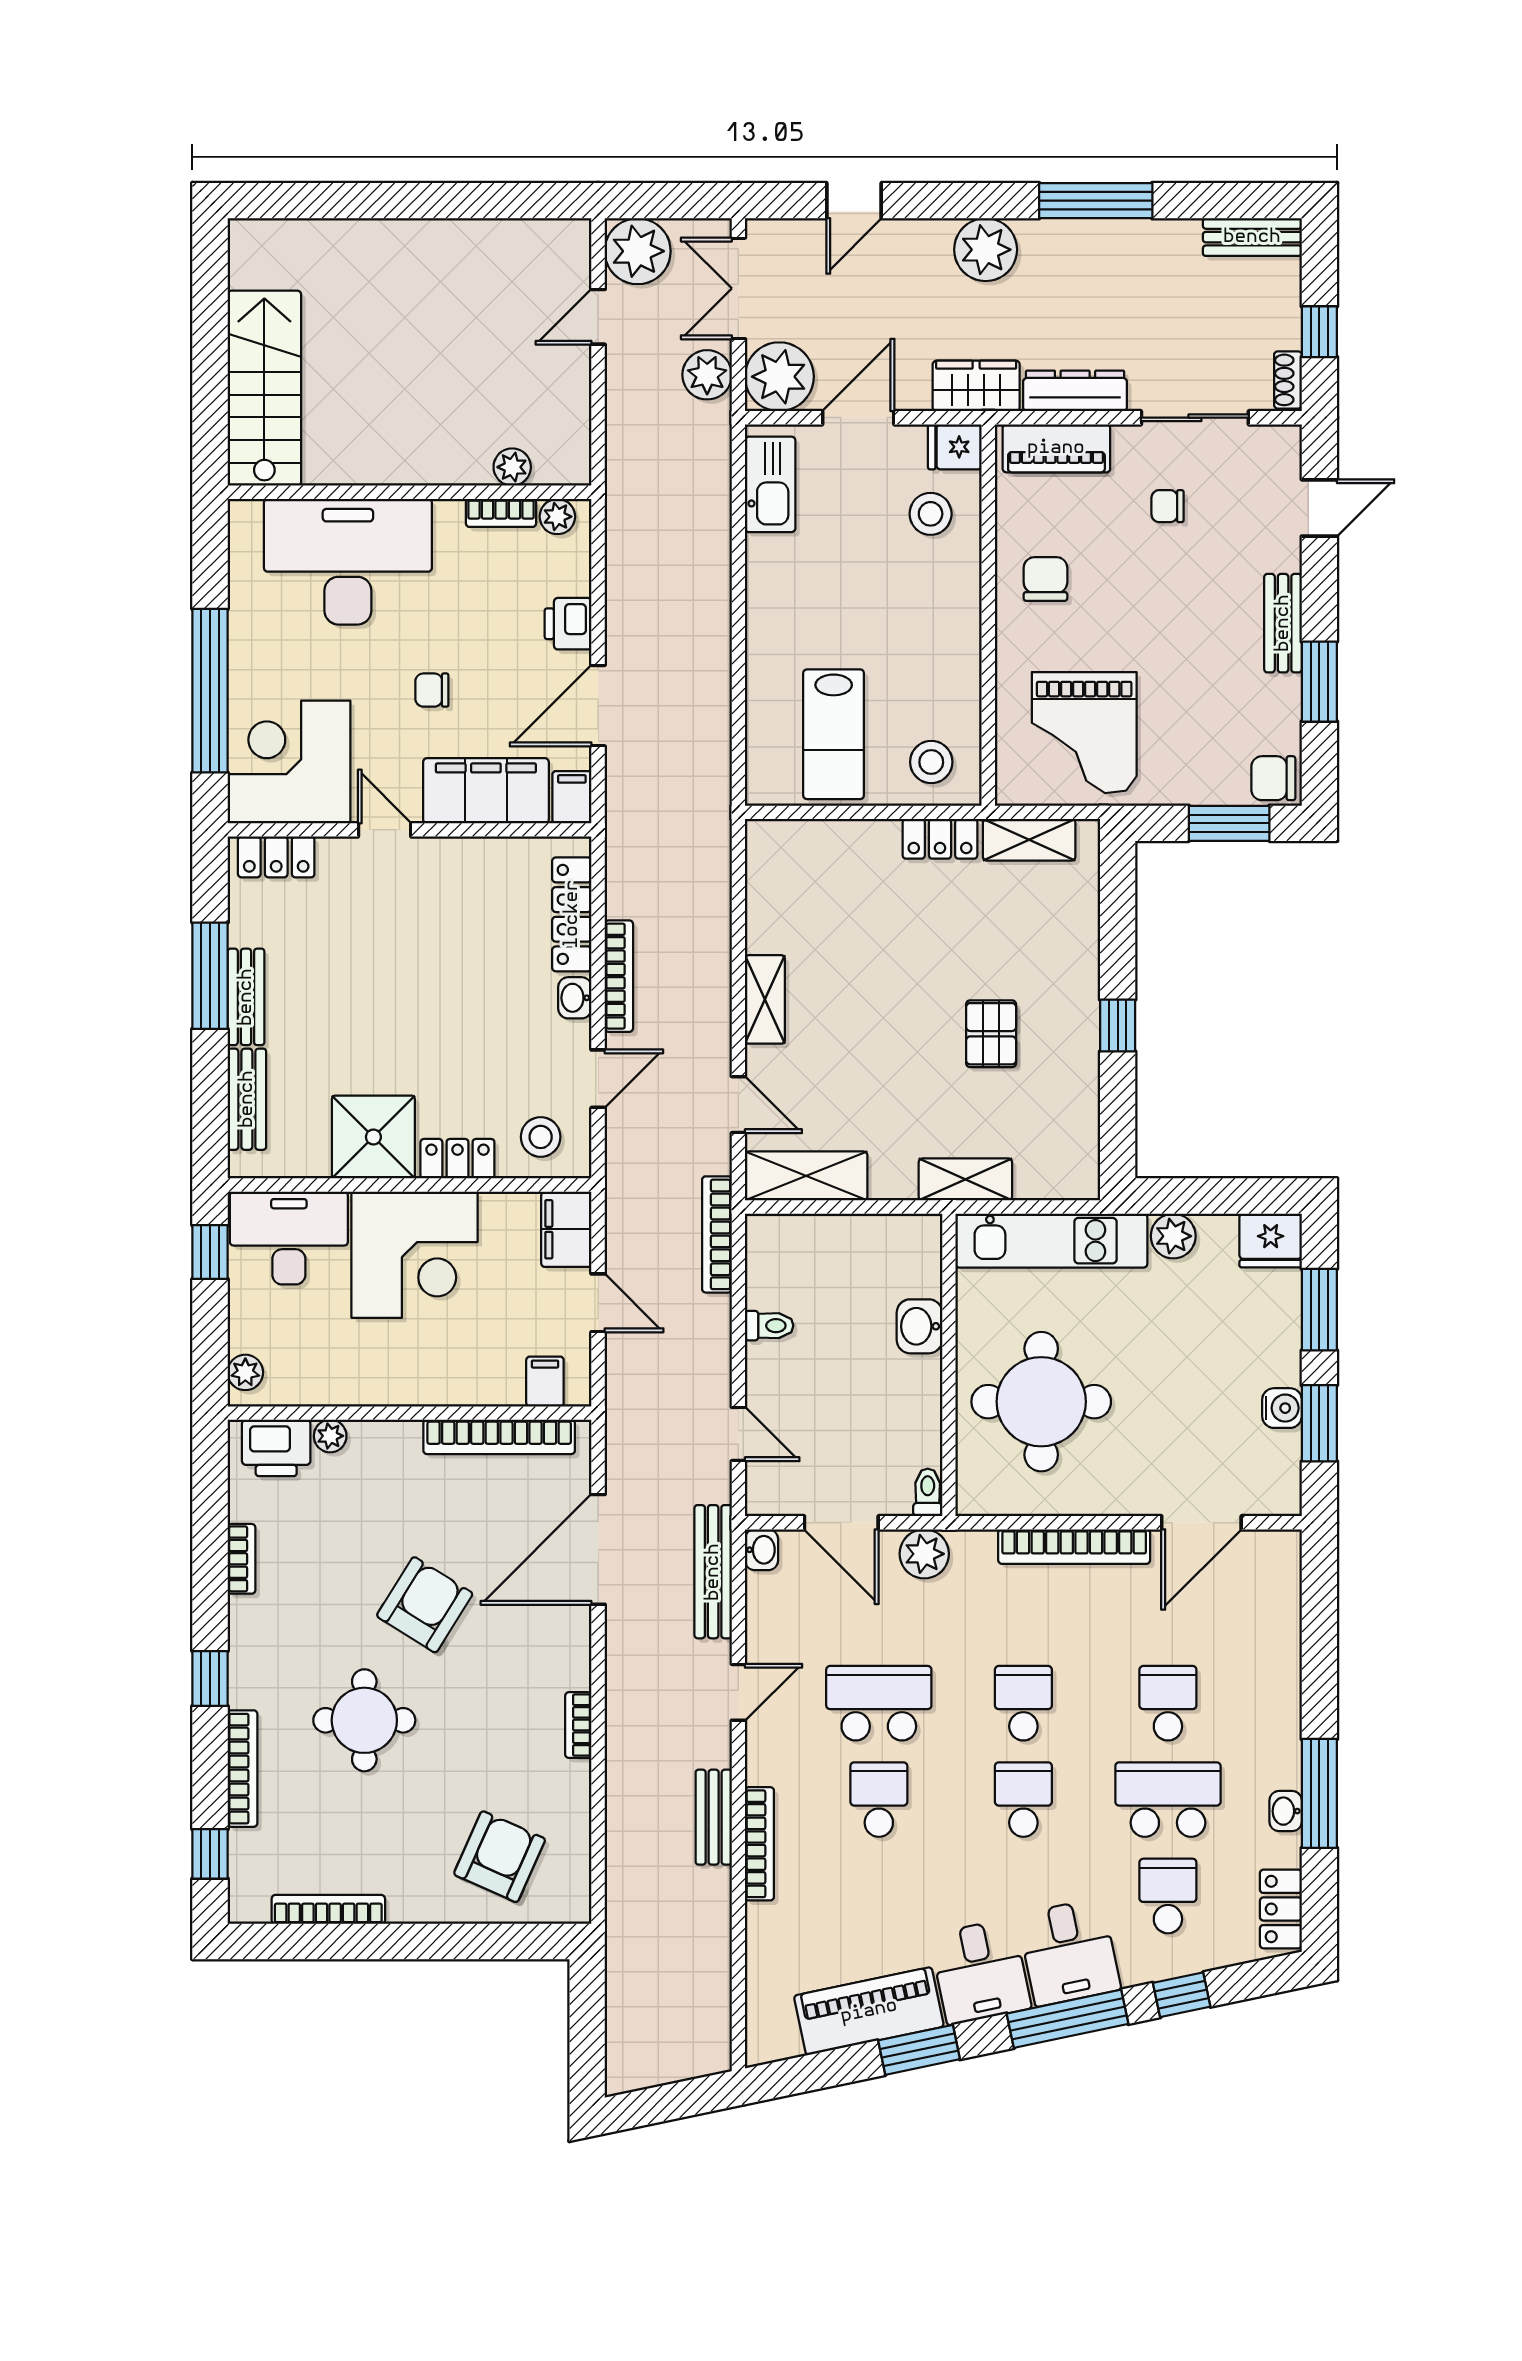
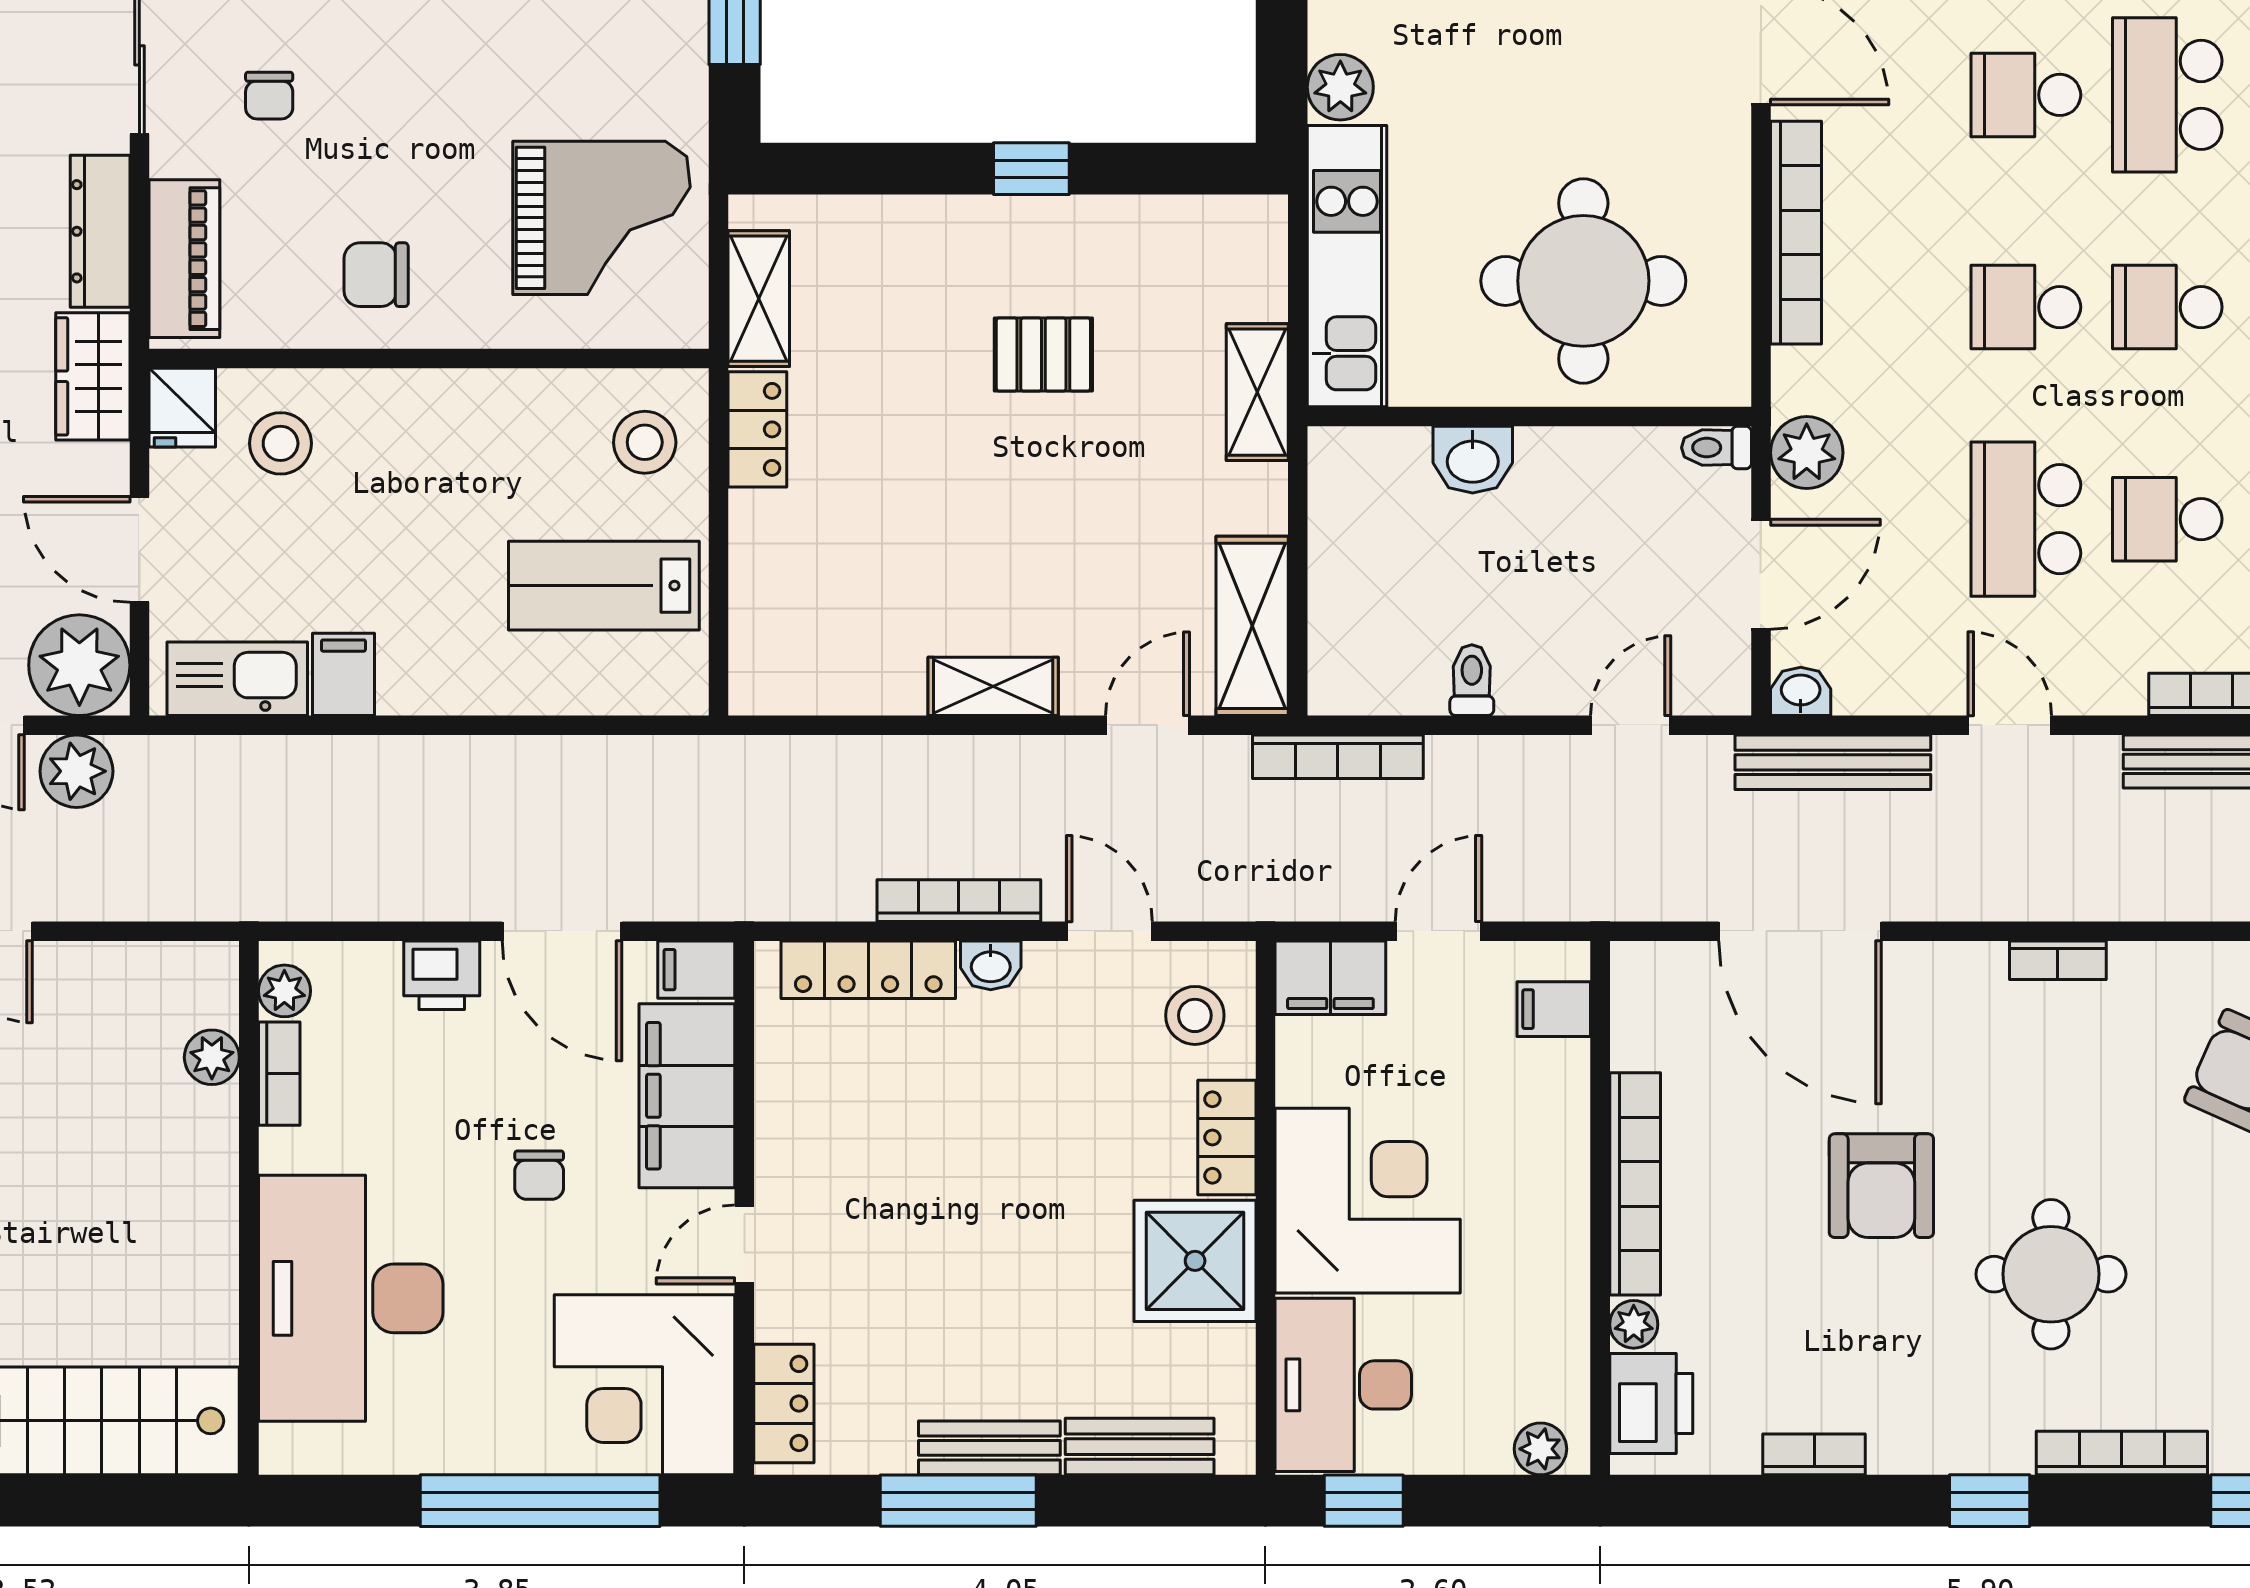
filing cabinet: (773, 557) -> (343, 674), added
lab bench: (834, 734) -> (604, 586), turned 180
bookcase: (499, 1437) -> (1635, 1184), moved
armchair: (425, 1605) -> (1881, 1186), turned -122

